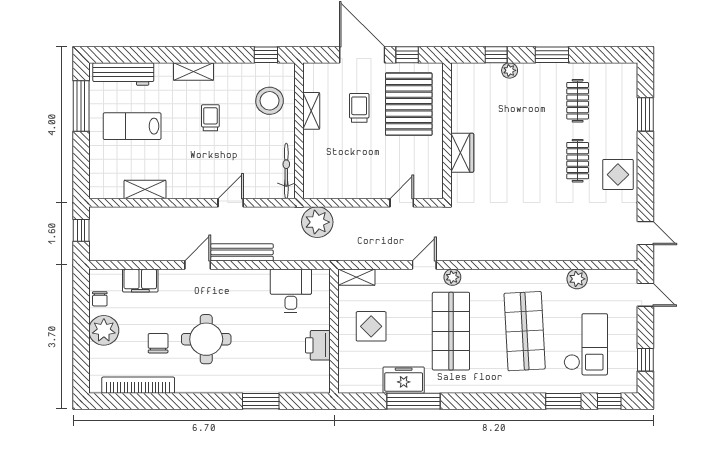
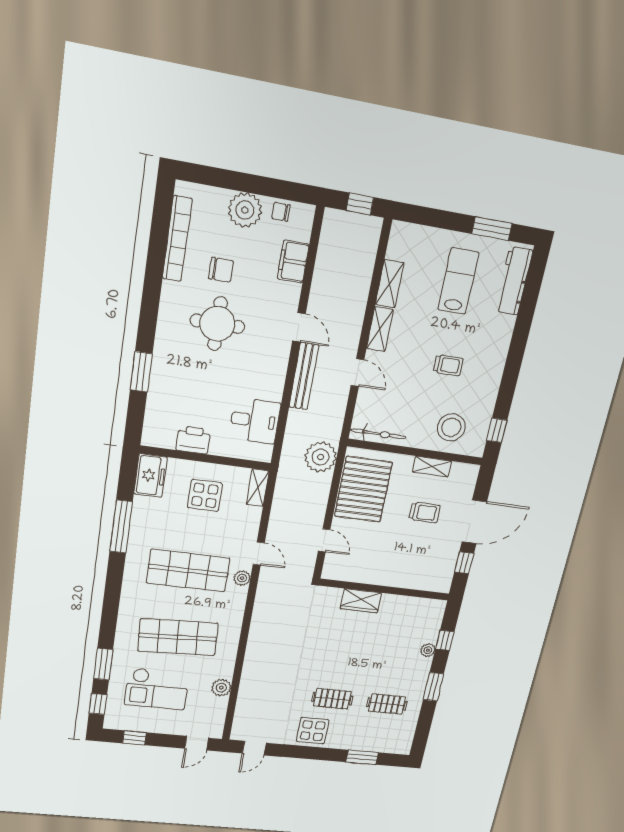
shelving: (193, 72) -> (380, 329), moved
pallet: (409, 104) -> (363, 489), moved, turned 90
window: (81, 106) -> (492, 229), width x0.69
freezer: (404, 380) -> (151, 476), moved

